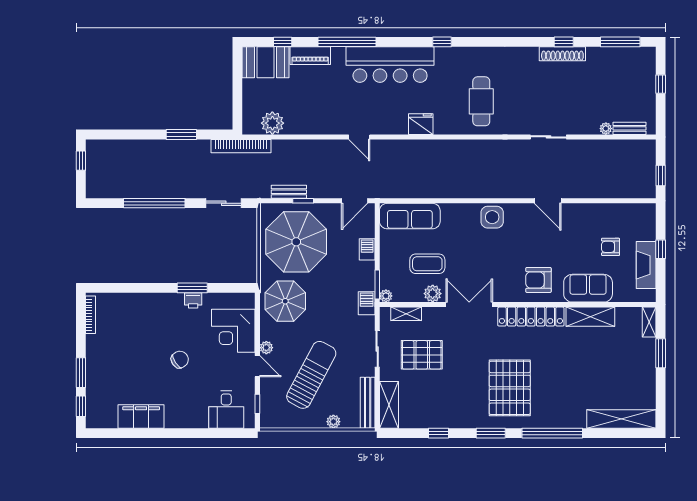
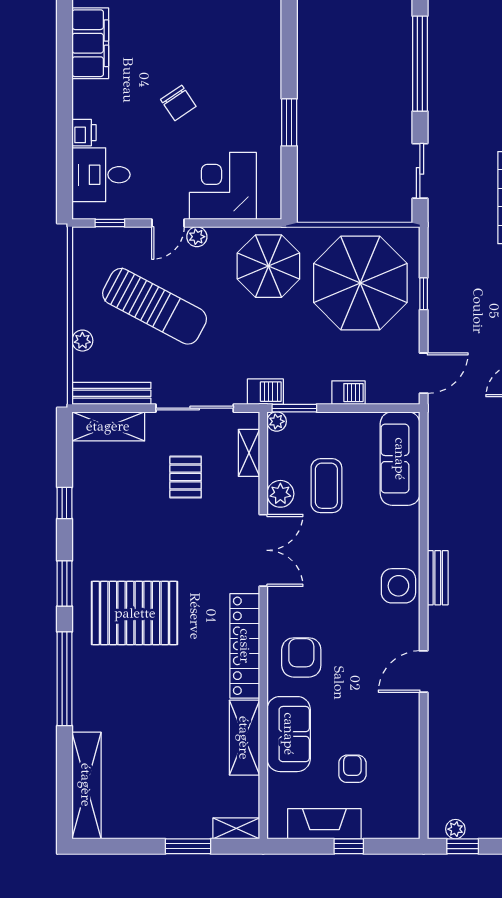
plant: (650, 180) -> (455, 829), added
bench: (289, 192) -> (438, 578), moved
door: (355, 201) -> (424, 373), swing flipped
printer: (193, 300) -> (84, 133), moved, turned 180
sliding door: (377, 349) -> (195, 408), width x1.37
pallet: (422, 355) -> (186, 477), width x0.67, depth x0.71

